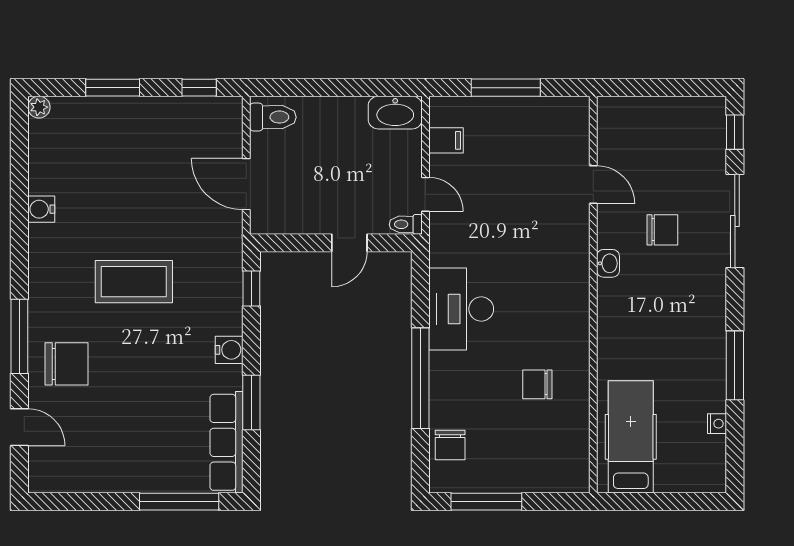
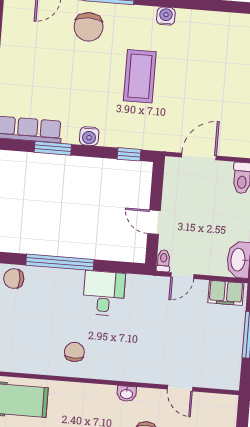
filing cabinet: (446, 140) -> (226, 293), width x2.00
door: (593, 184) -> (180, 388), hinge flipped
water cooler: (41, 209) -> (166, 16), moved
desk: (461, 309) -> (104, 293), width x0.73
chair: (537, 384) -> (74, 352), moved

